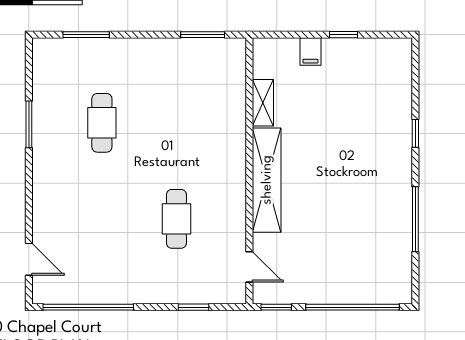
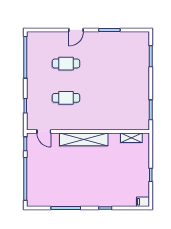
filing cabinet: (310, 51) -> (143, 202), moved
shelving: (263, 103) -> (131, 138), moved
cafe table: (102, 123) -> (66, 64), moved
door: (29, 259) -> (76, 30), moved
door: (249, 267) -> (44, 131), hinge flipped

